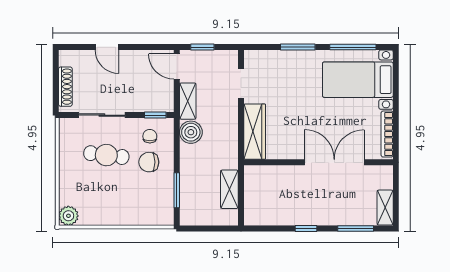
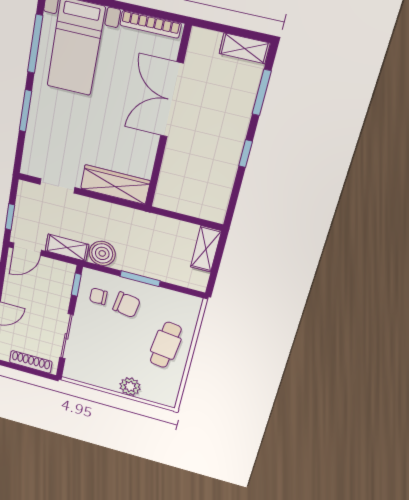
cafe table: (106, 155) -> (166, 345), moved
chair: (149, 162) -> (127, 305), turned -81
shelving: (229, 189) -> (206, 249), moved, turned 90
window: (177, 190) -> (140, 279), moved
plant: (68, 216) -> (130, 386), moved

